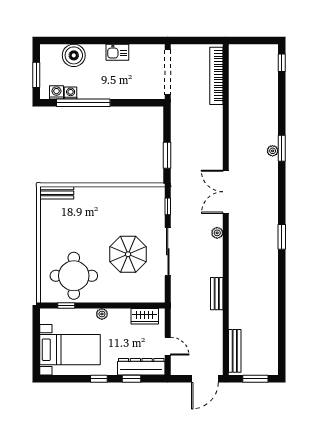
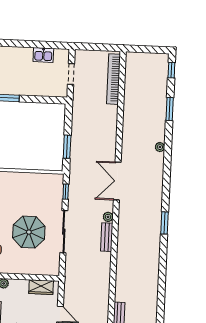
kitchen sink: (117, 52) -> (43, 55), moved
doorway: (168, 72) -> (71, 74), width x0.53
window: (282, 148) -> (170, 109), moved
bench: (217, 294) -> (107, 237), moved

